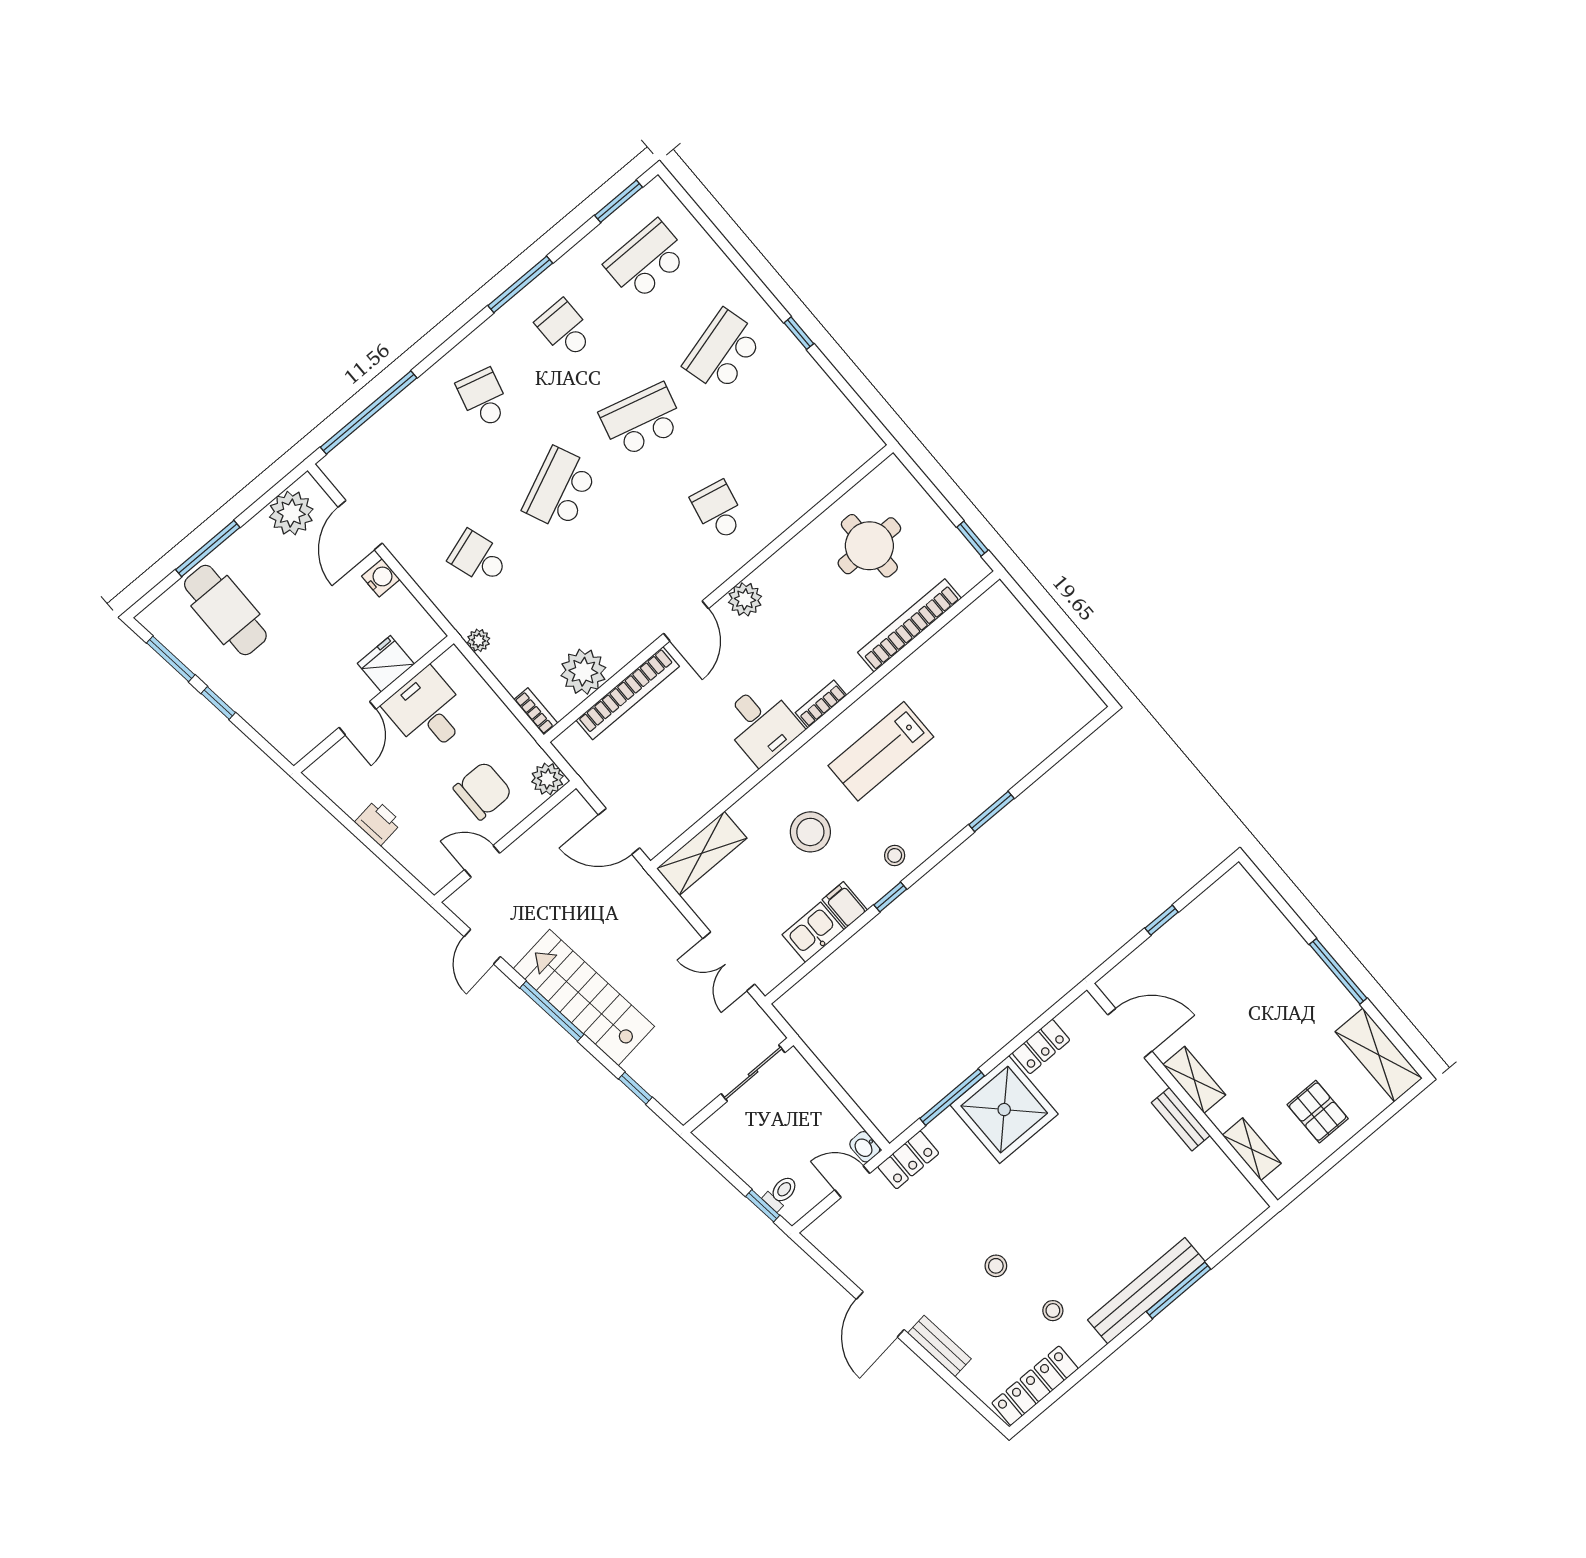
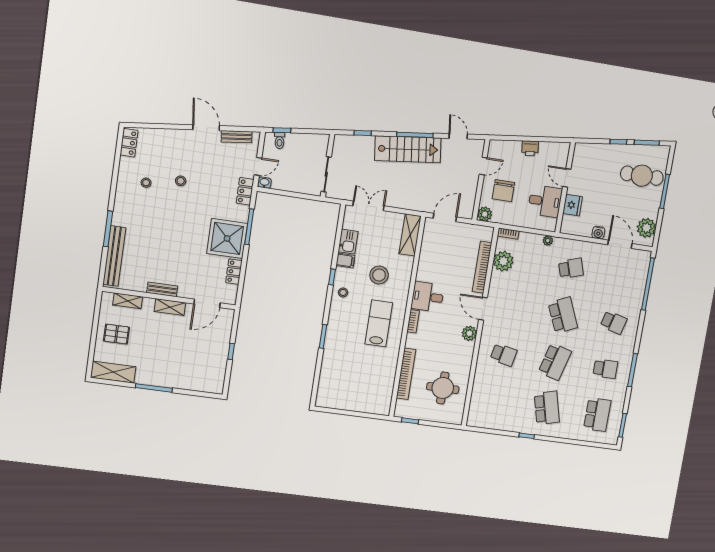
bench: (1146, 1291) -> (114, 256), moved
bench: (939, 1346) -> (237, 137), moved
locker: (1035, 1386) -> (129, 143), width x0.66

